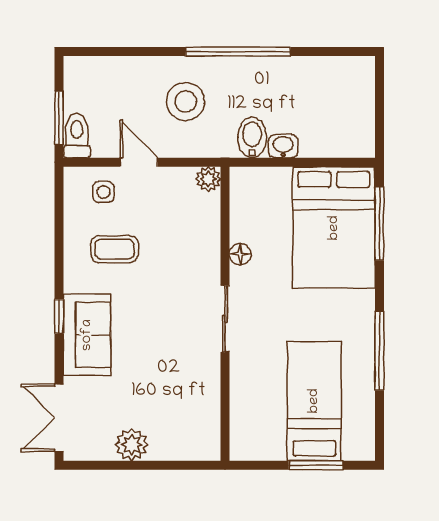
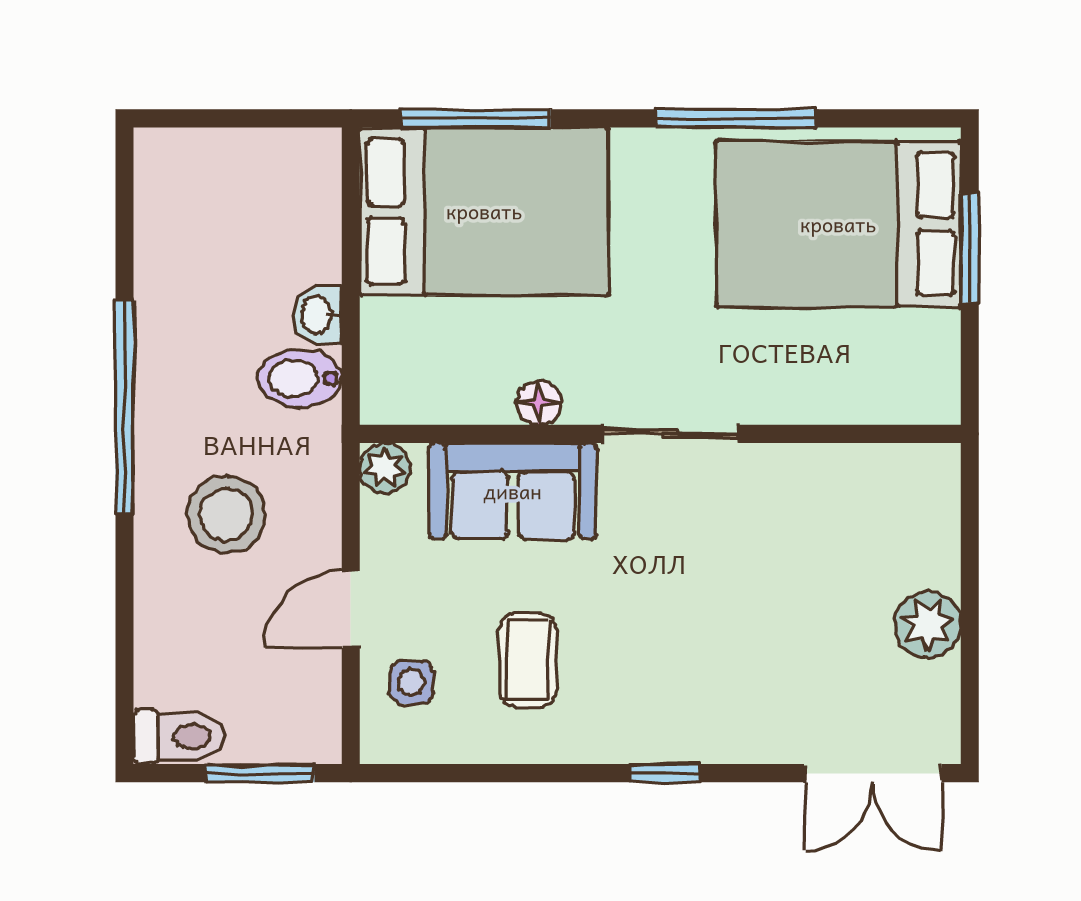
toilet: (77, 136) -> (179, 737), moved, turned 180
sofa: (87, 335) -> (513, 491), moved, turned 180
bed: (314, 401) -> (838, 224), width x1.50

